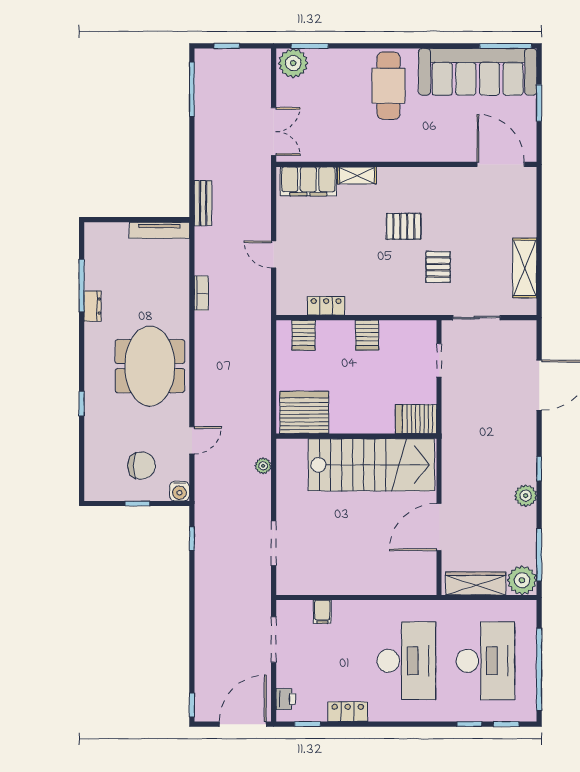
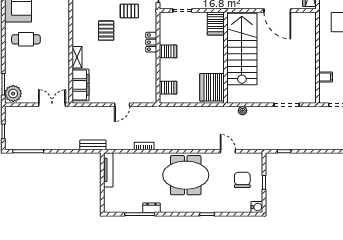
cafe table: (388, 86) -> (26, 39), width x0.73, depth x0.74
locker: (326, 306) -> (151, 42), moved
water cooler: (179, 491) -> (257, 207), moved

